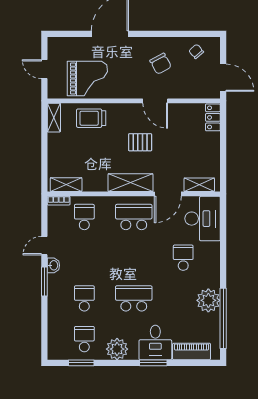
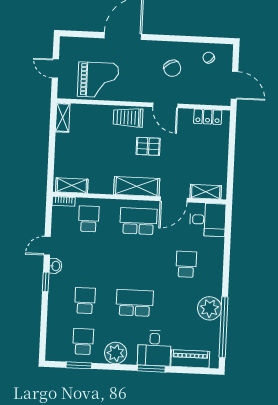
locker: (213, 117) -> (208, 117), moved, turned -90
trolley: (91, 118) -> (128, 118), moved
desk: (203, 219) -> (208, 220), width x0.73
window: (44, 281) -> (46, 282), width x0.67

